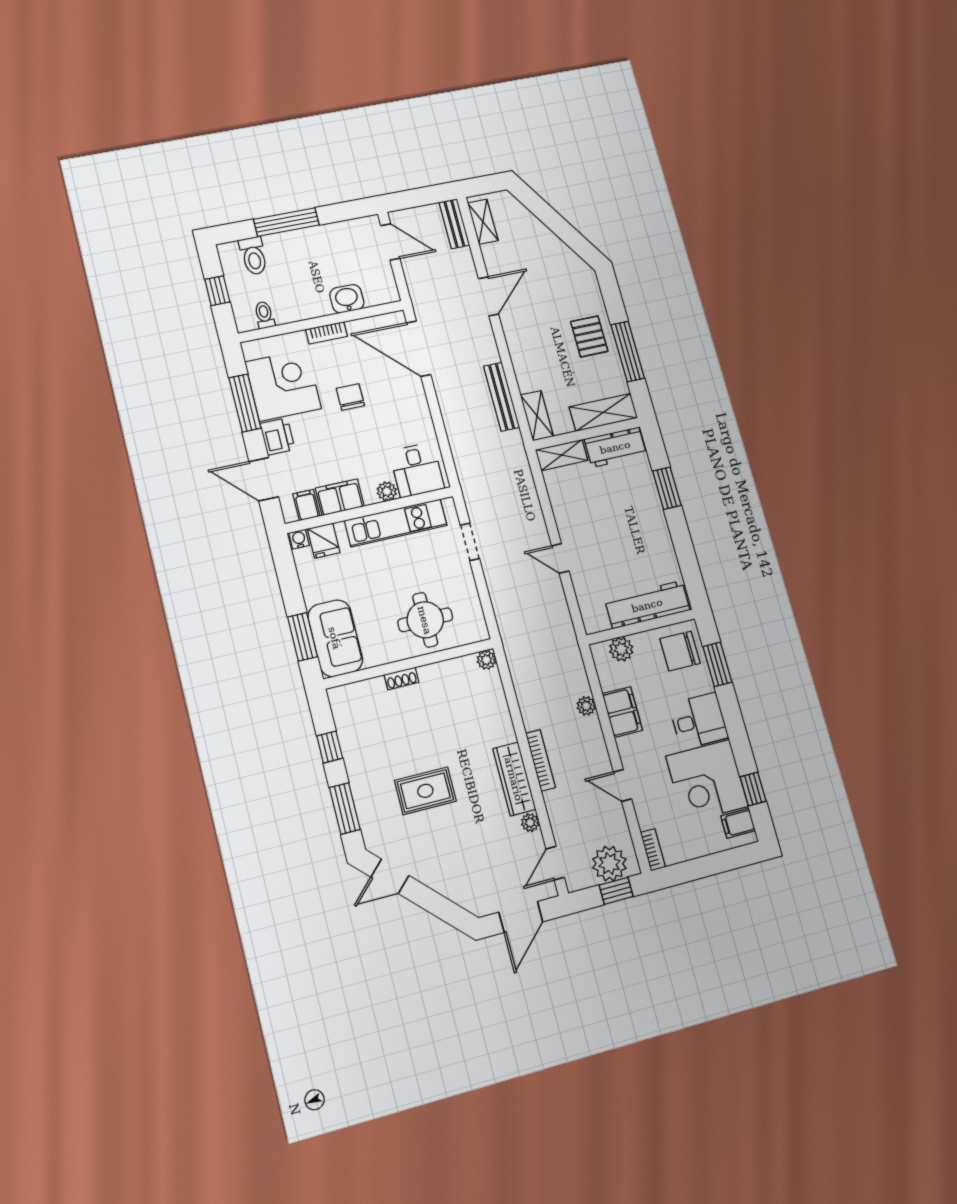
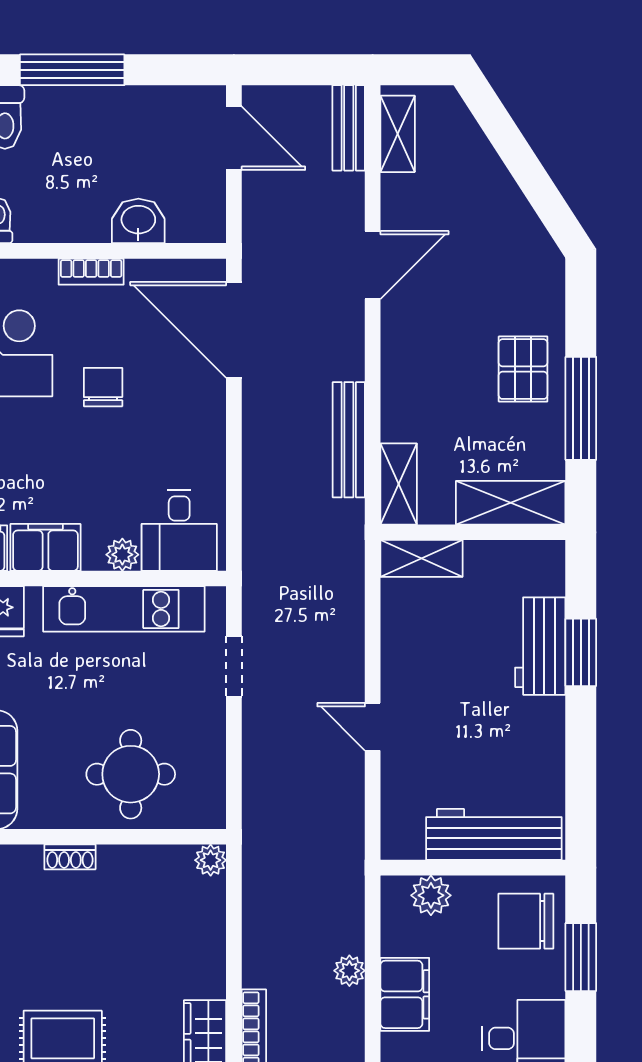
workbench: (615, 447) -> (540, 646), moved, turned 90

